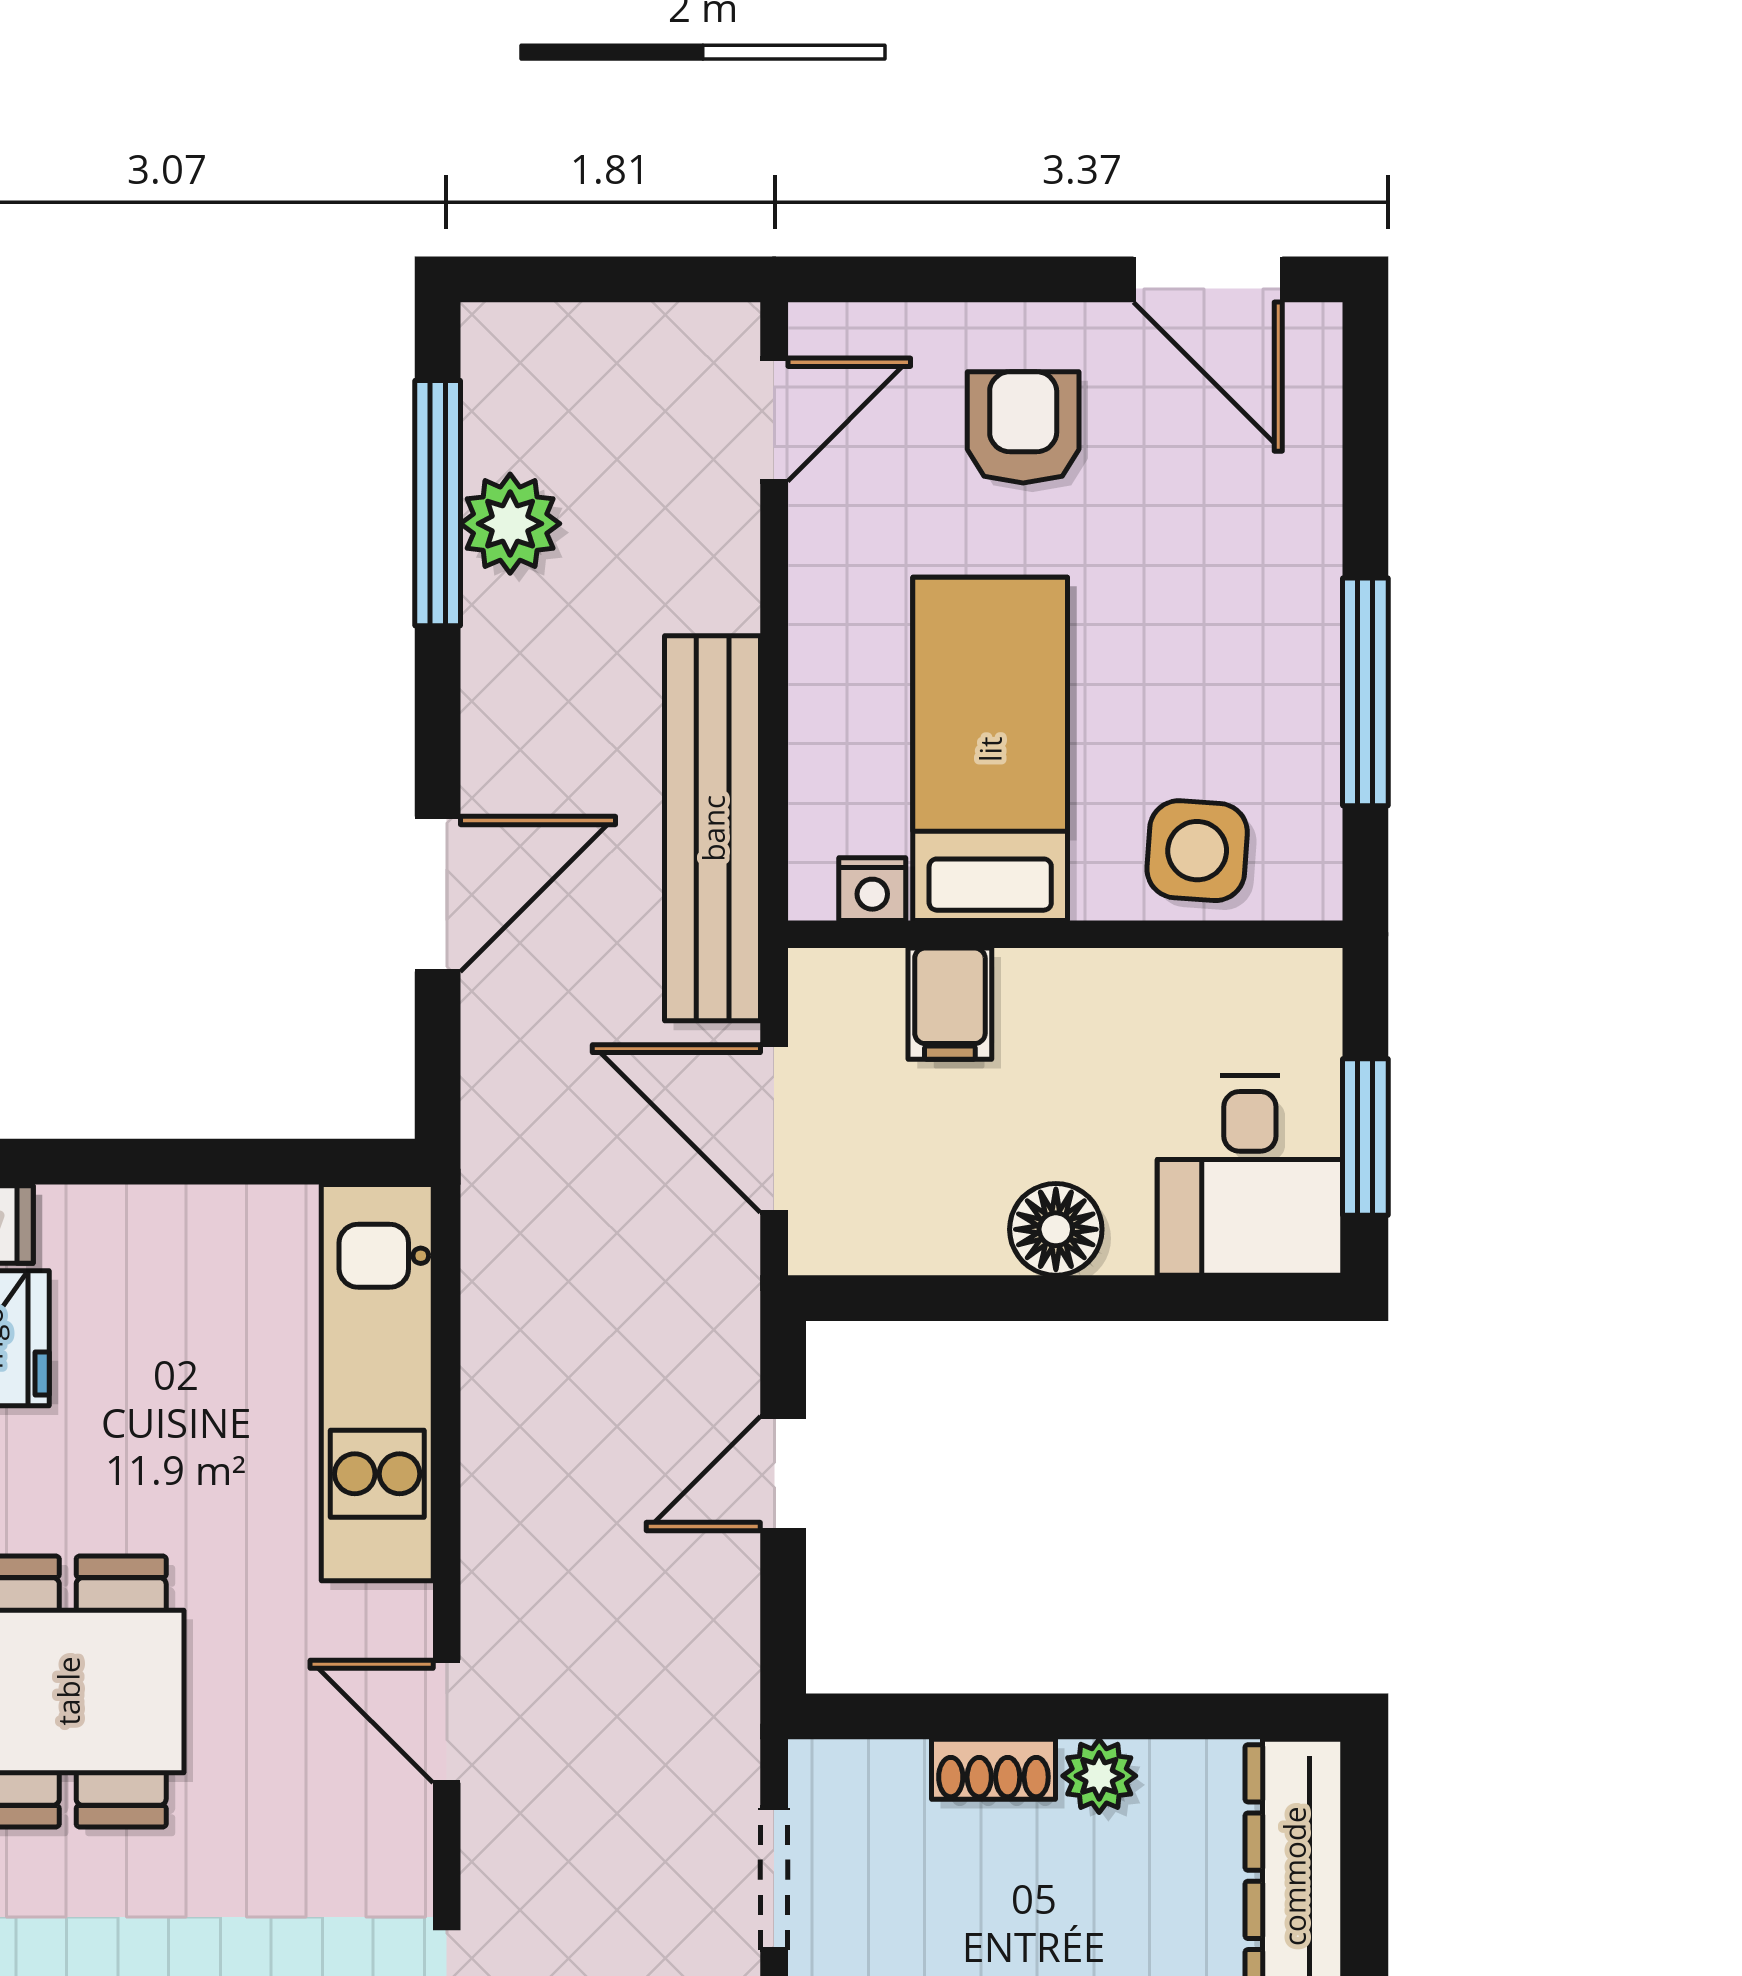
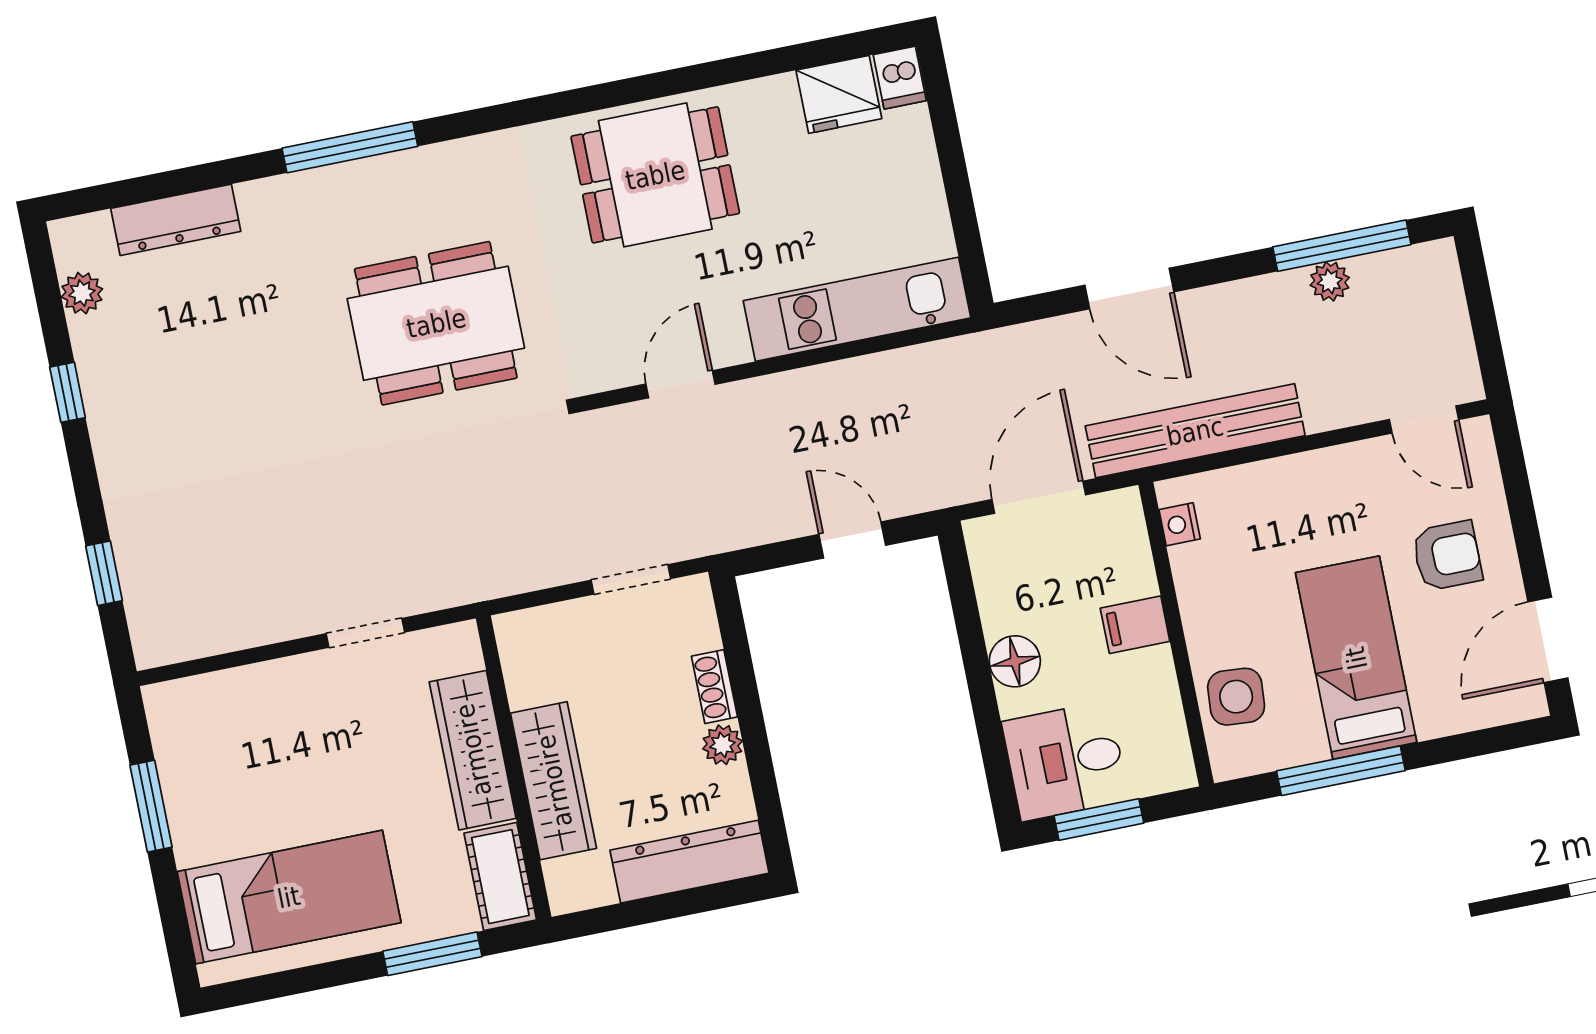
plant: (510, 524) -> (1330, 281), width x0.73, depth x0.73
bed: (990, 749) -> (1356, 658), moved, turned -90
filing cabinet: (950, 1004) -> (1135, 625), moved

